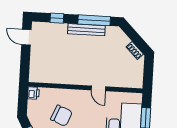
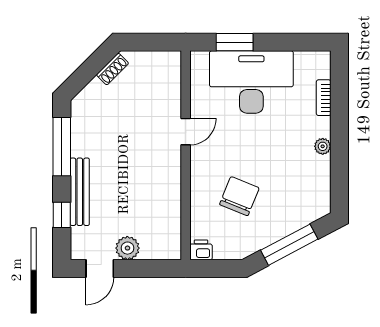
bench: (86, 30) -> (80, 192), moved
plant: (37, 53) -> (127, 248), added

